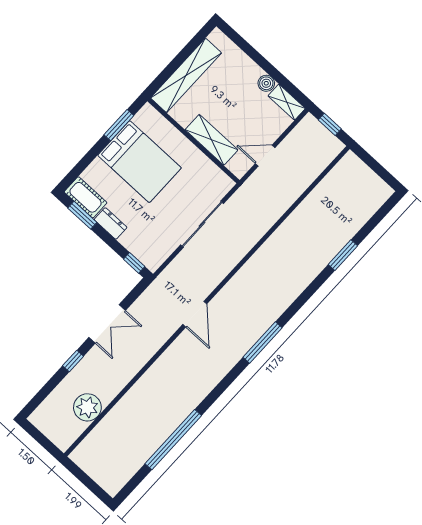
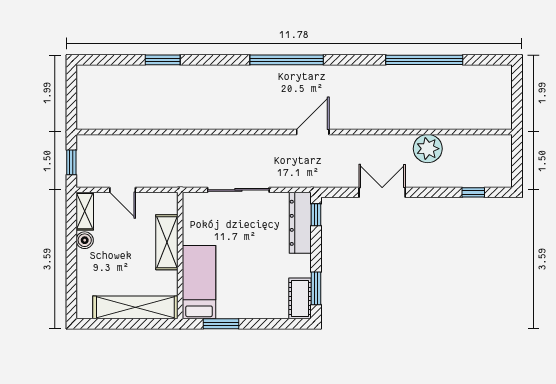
door: (265, 156) -> (123, 190), moved
bed: (139, 162) -> (199, 282), moved, width x0.67
dresser: (111, 223) -> (300, 223), moved, width x1.96, depth x1.24
window: (262, 343) -> (287, 60), width x1.46
window: (73, 361) -> (473, 192), moved
plant: (87, 407) -> (428, 149), moved

